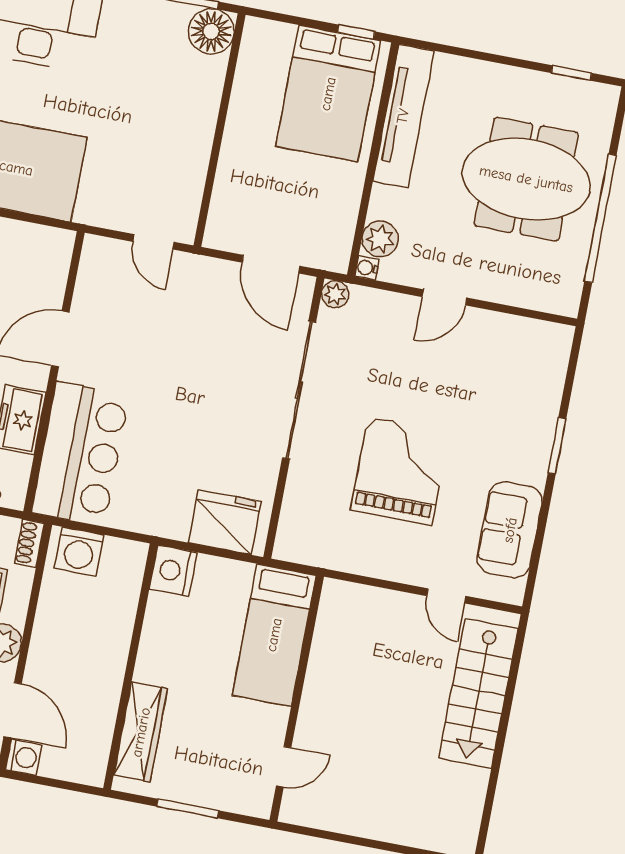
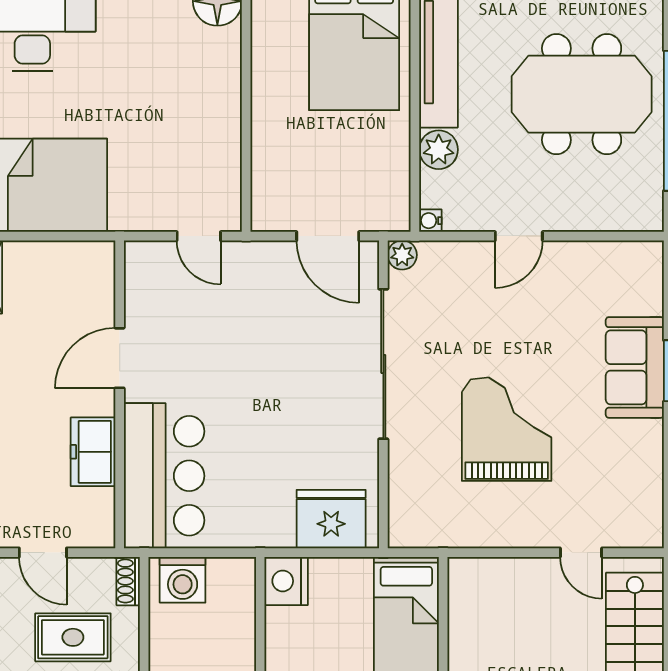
plant: (380, 239) -> (439, 150), moved
sofa: (510, 530) -> (635, 367), moved

